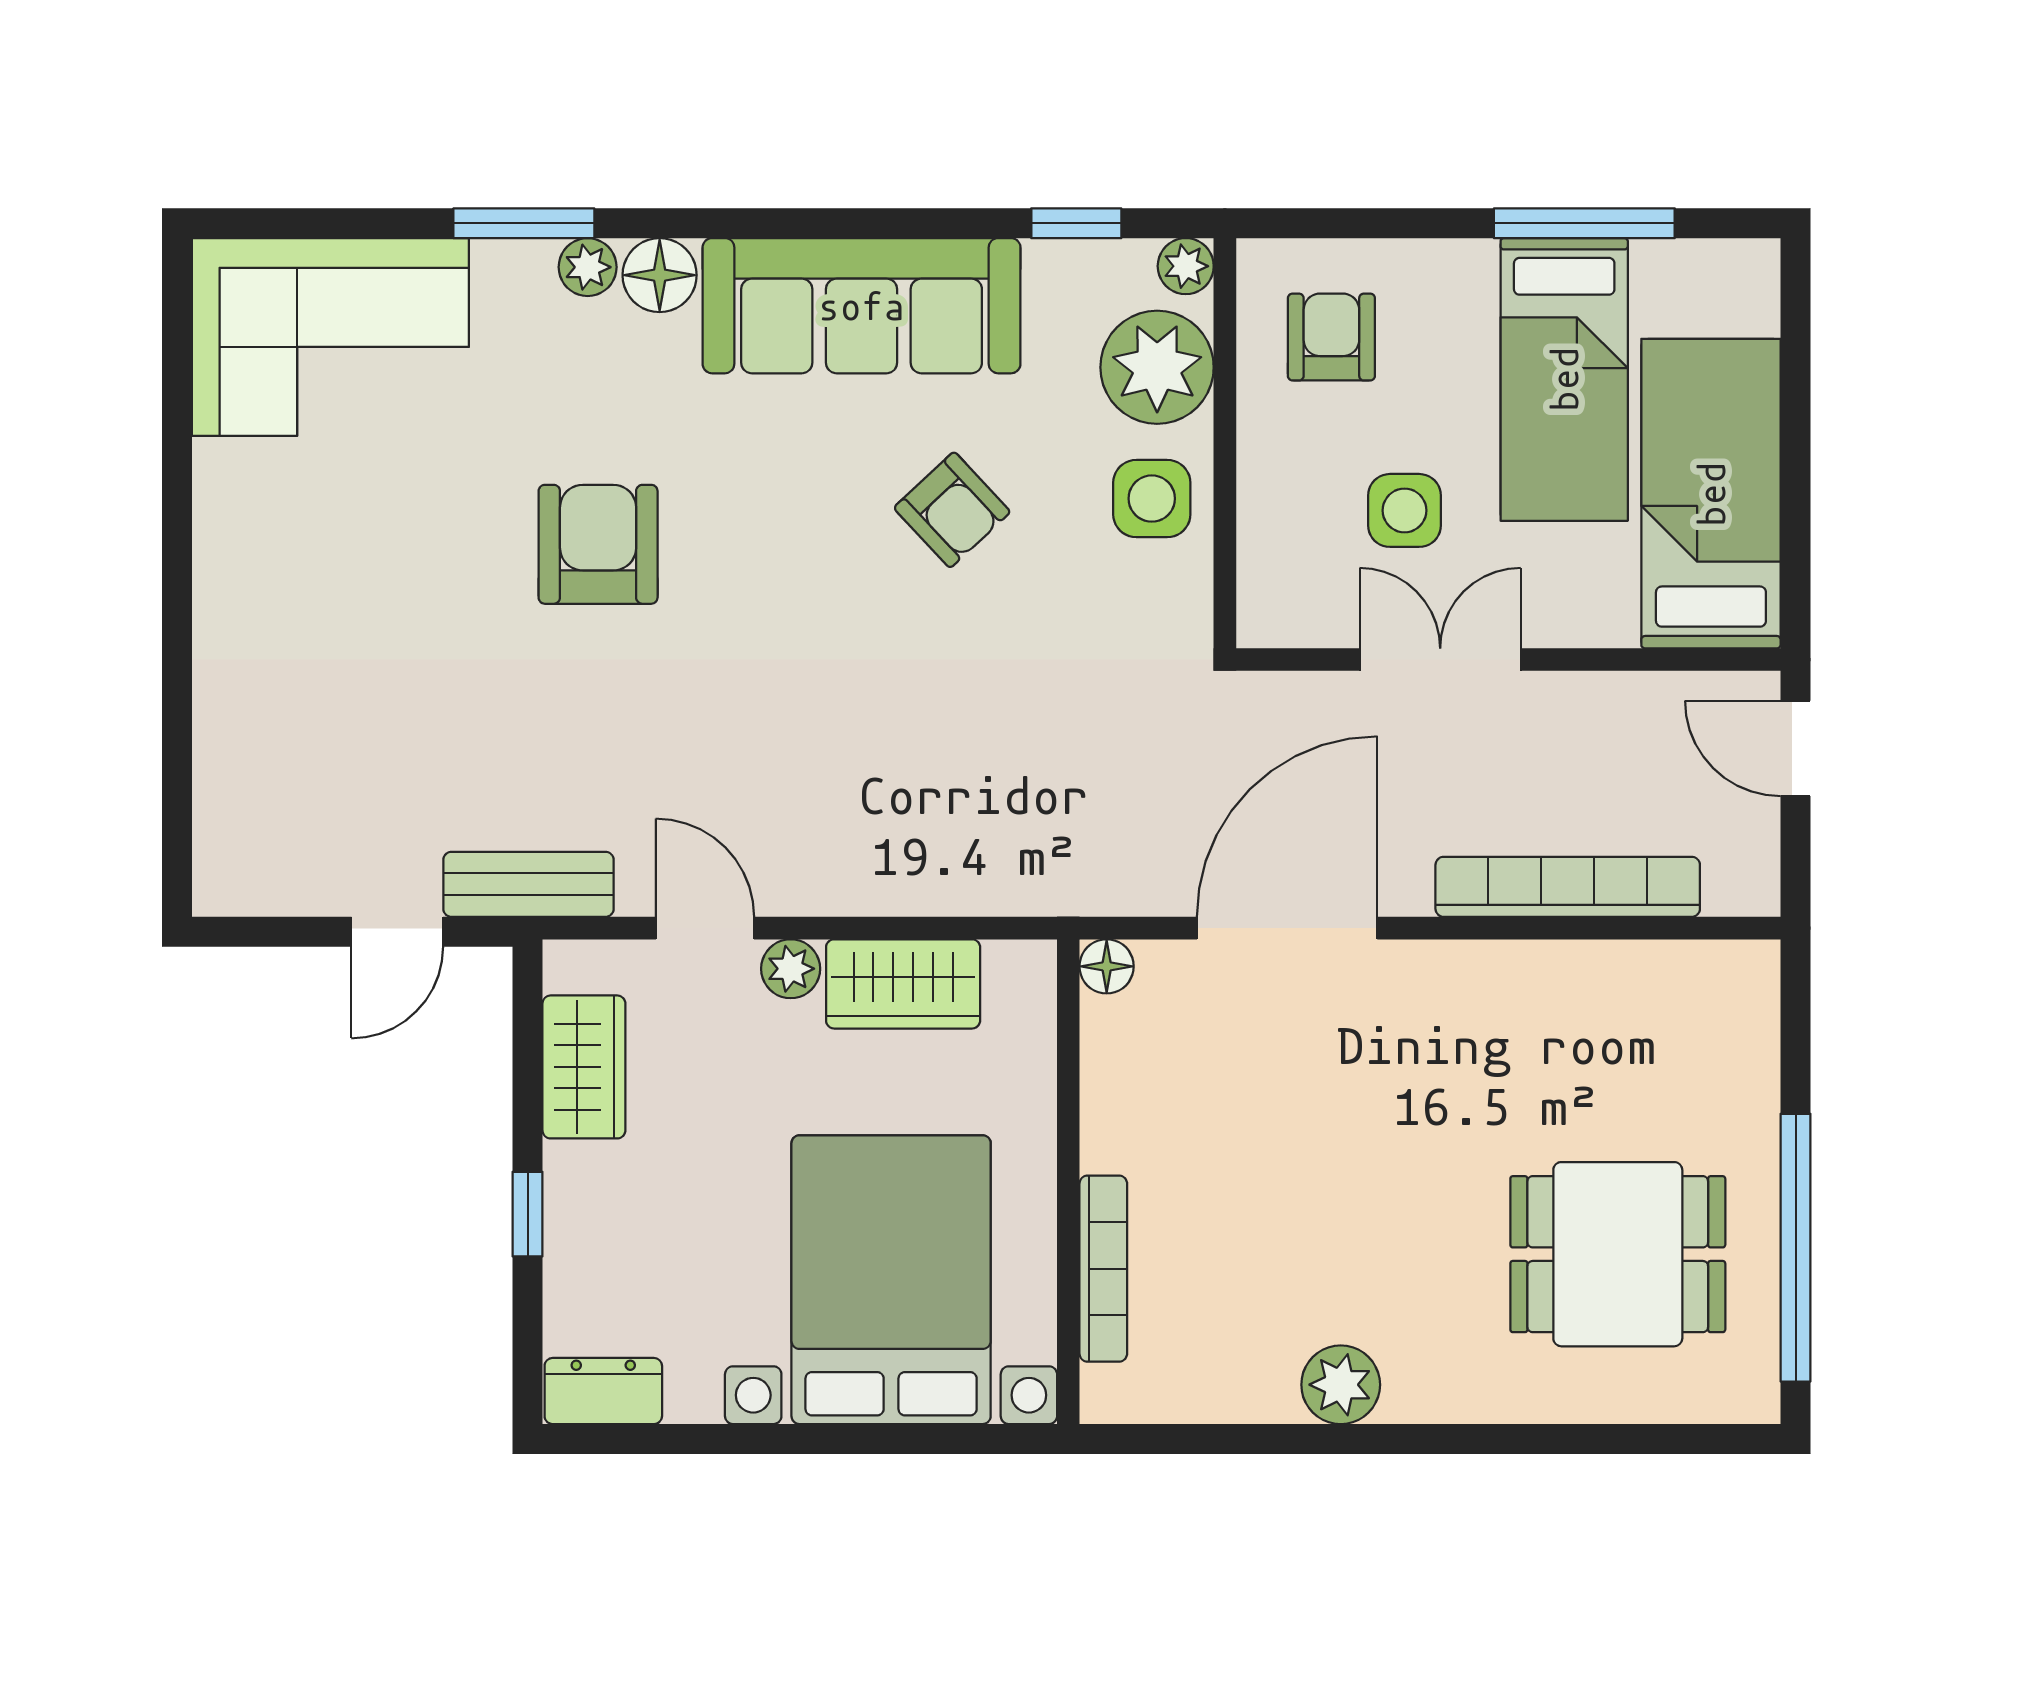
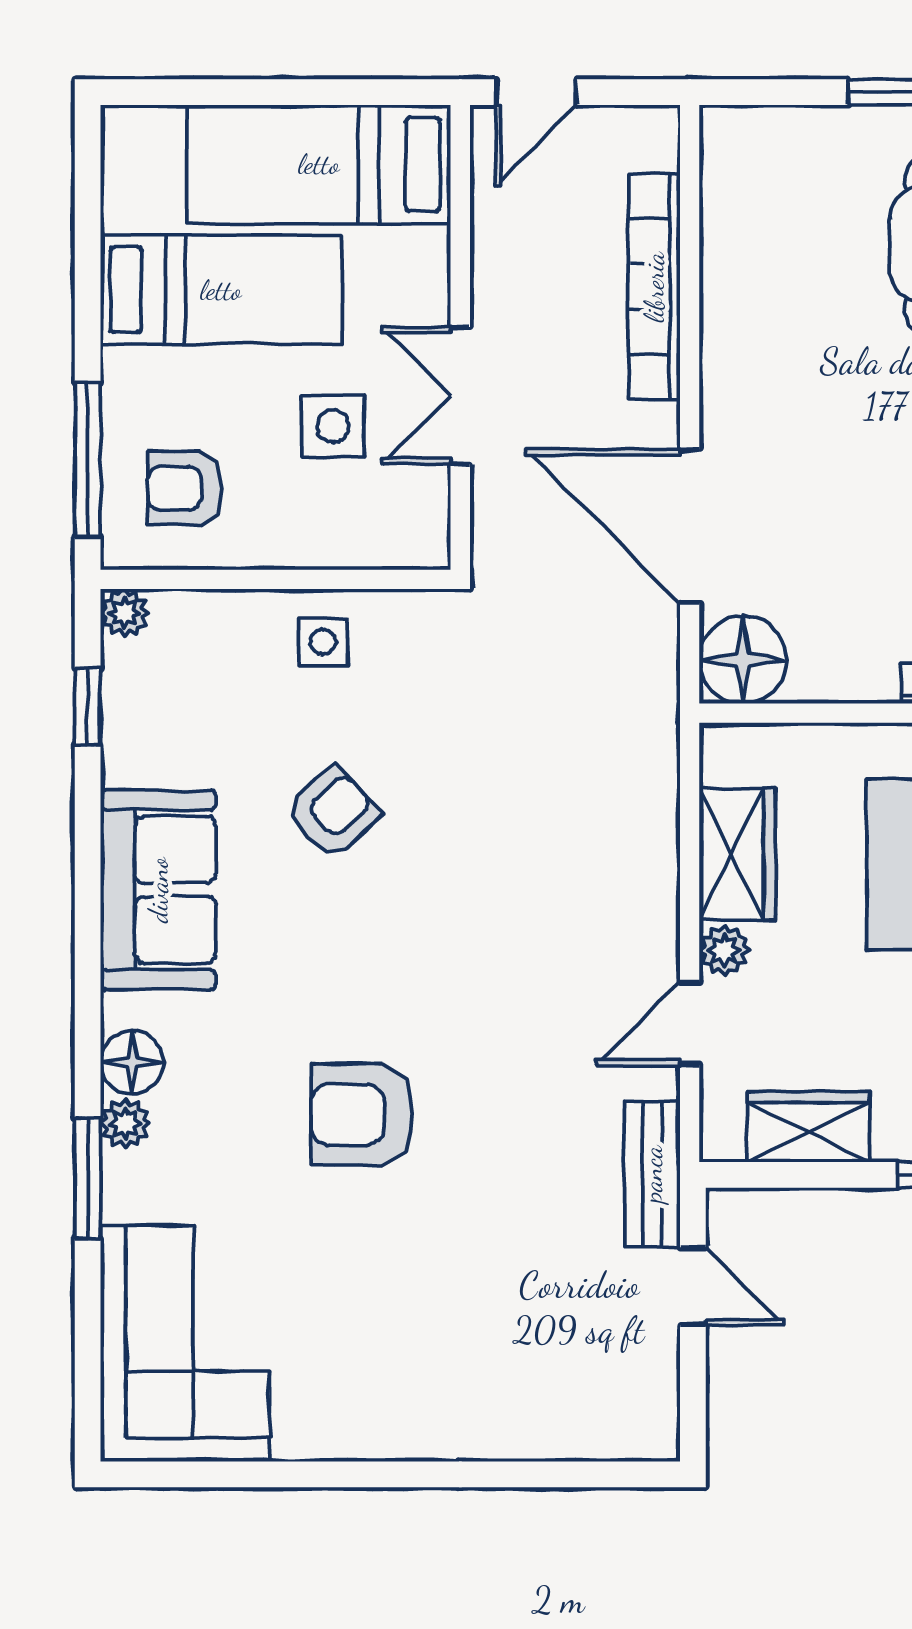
window: (1584, 223) -> (88, 460), moved
sofa: (862, 306) -> (158, 890), width x0.73
plant: (1157, 367) -> (211, 637), removed
side table: (1152, 499) -> (323, 642), width x0.73, depth x0.73
floor lamp: (1107, 966) -> (743, 660), width x1.89, depth x1.89

